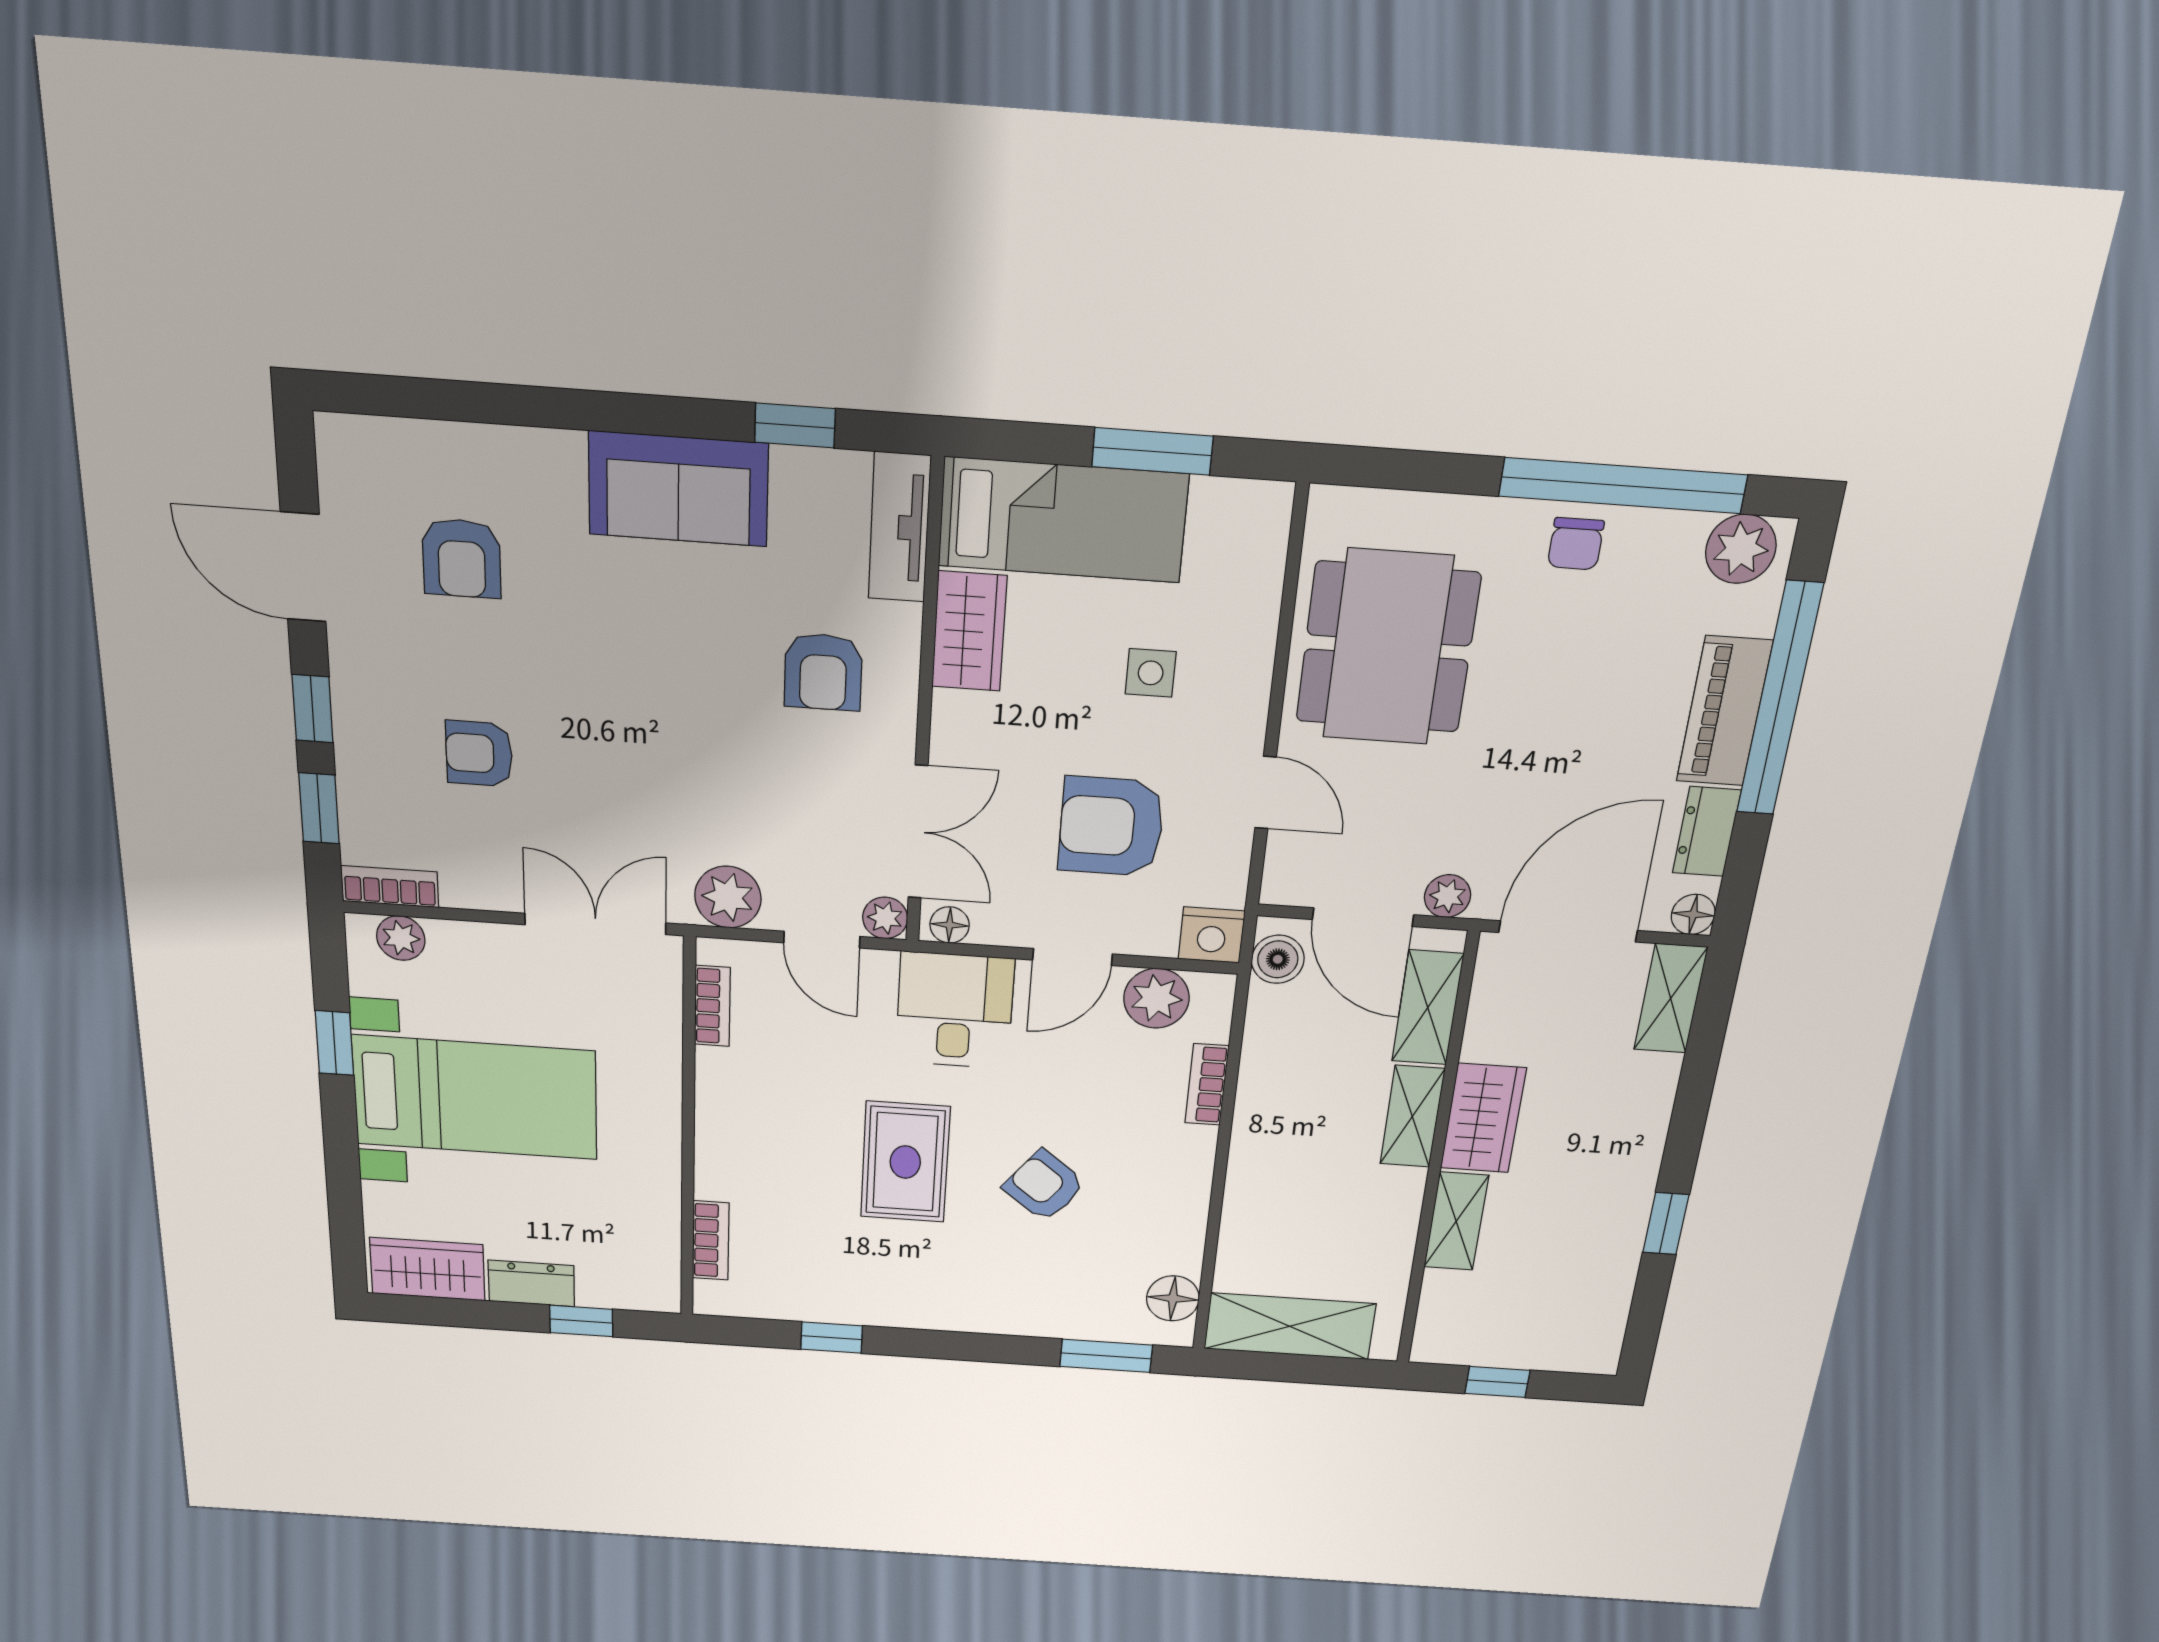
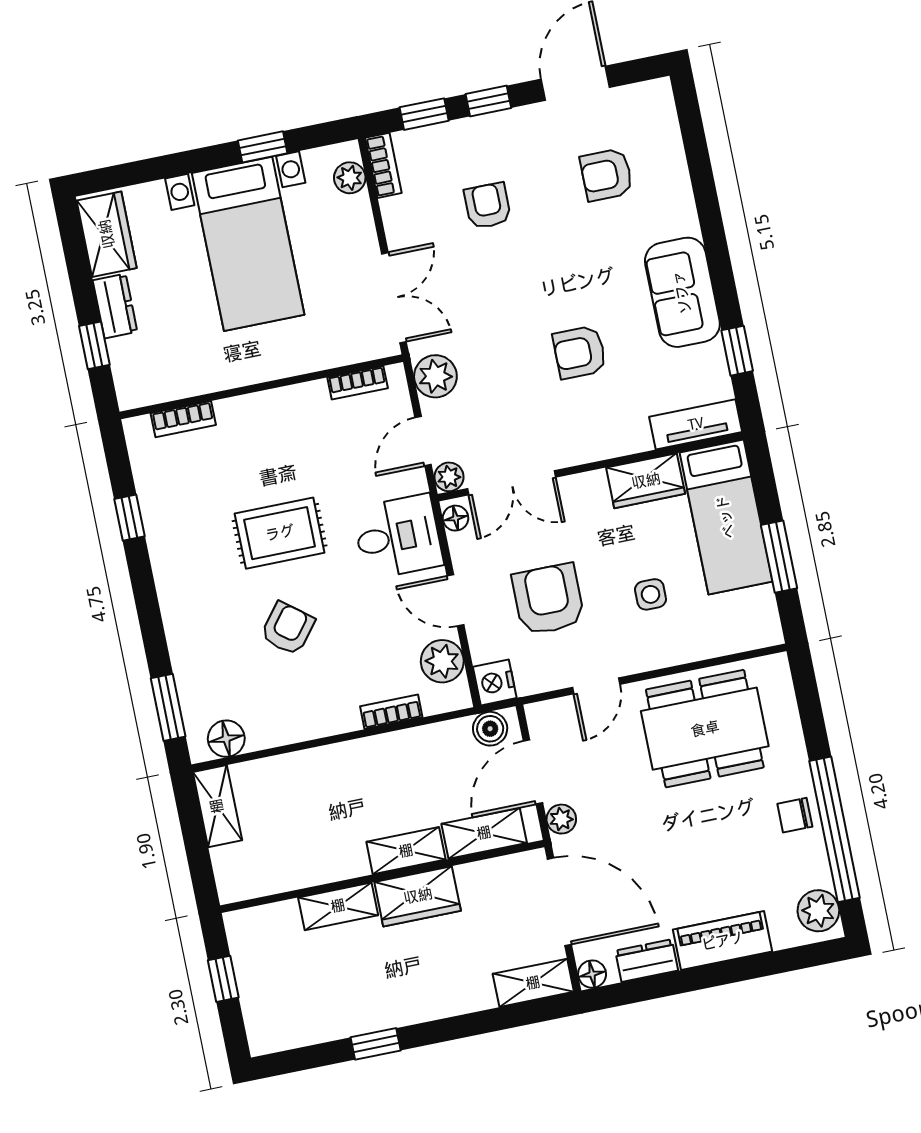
armchair: (823, 672) -> (580, 352), moved
window: (1780, 700) -> (739, 970), removed
shelving: (1290, 1326) -> (217, 806), width x0.67, depth x0.75

